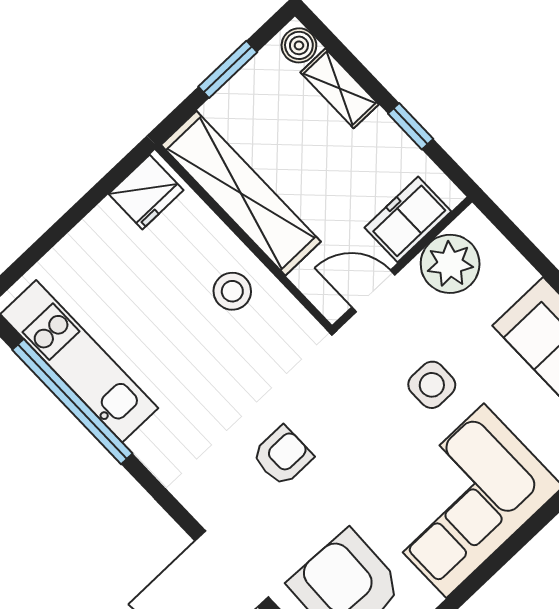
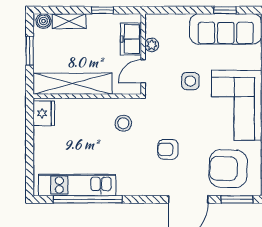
plant: (450, 264) -> (152, 45), width x0.53, depth x0.53
stool: (232, 291) -> (123, 123), moved
armchair: (283, 456) -> (168, 149), turned -90

